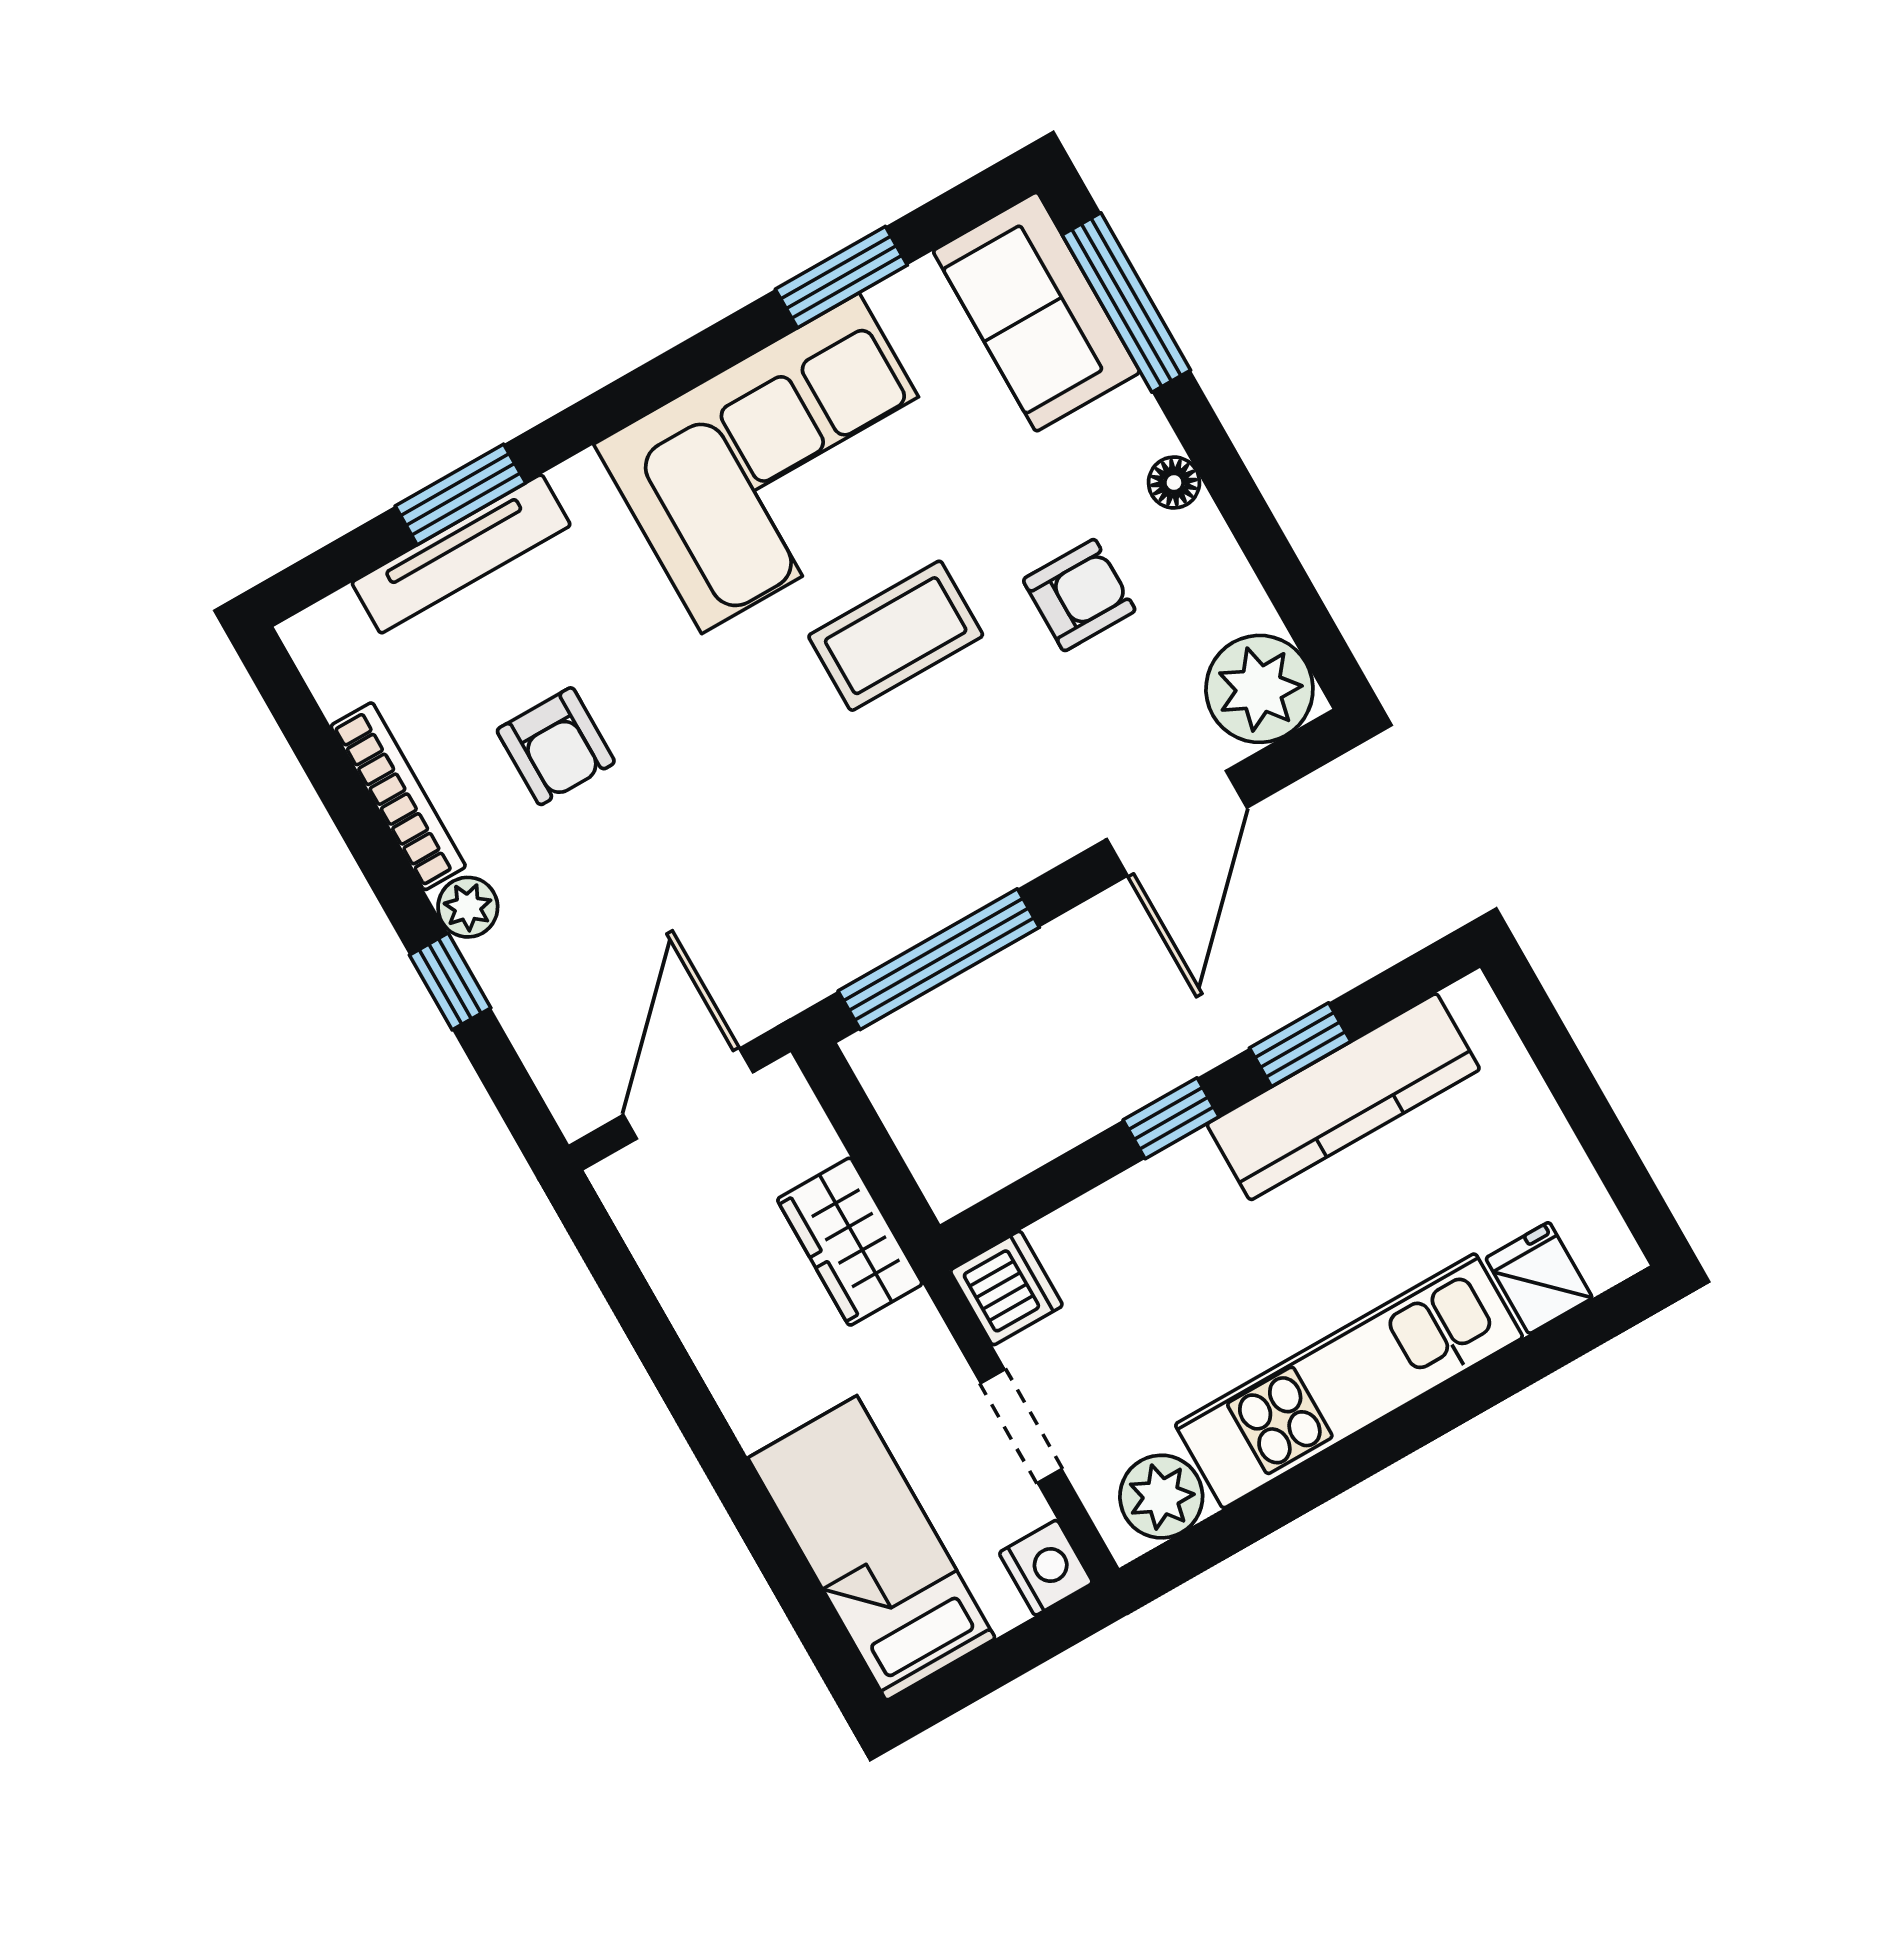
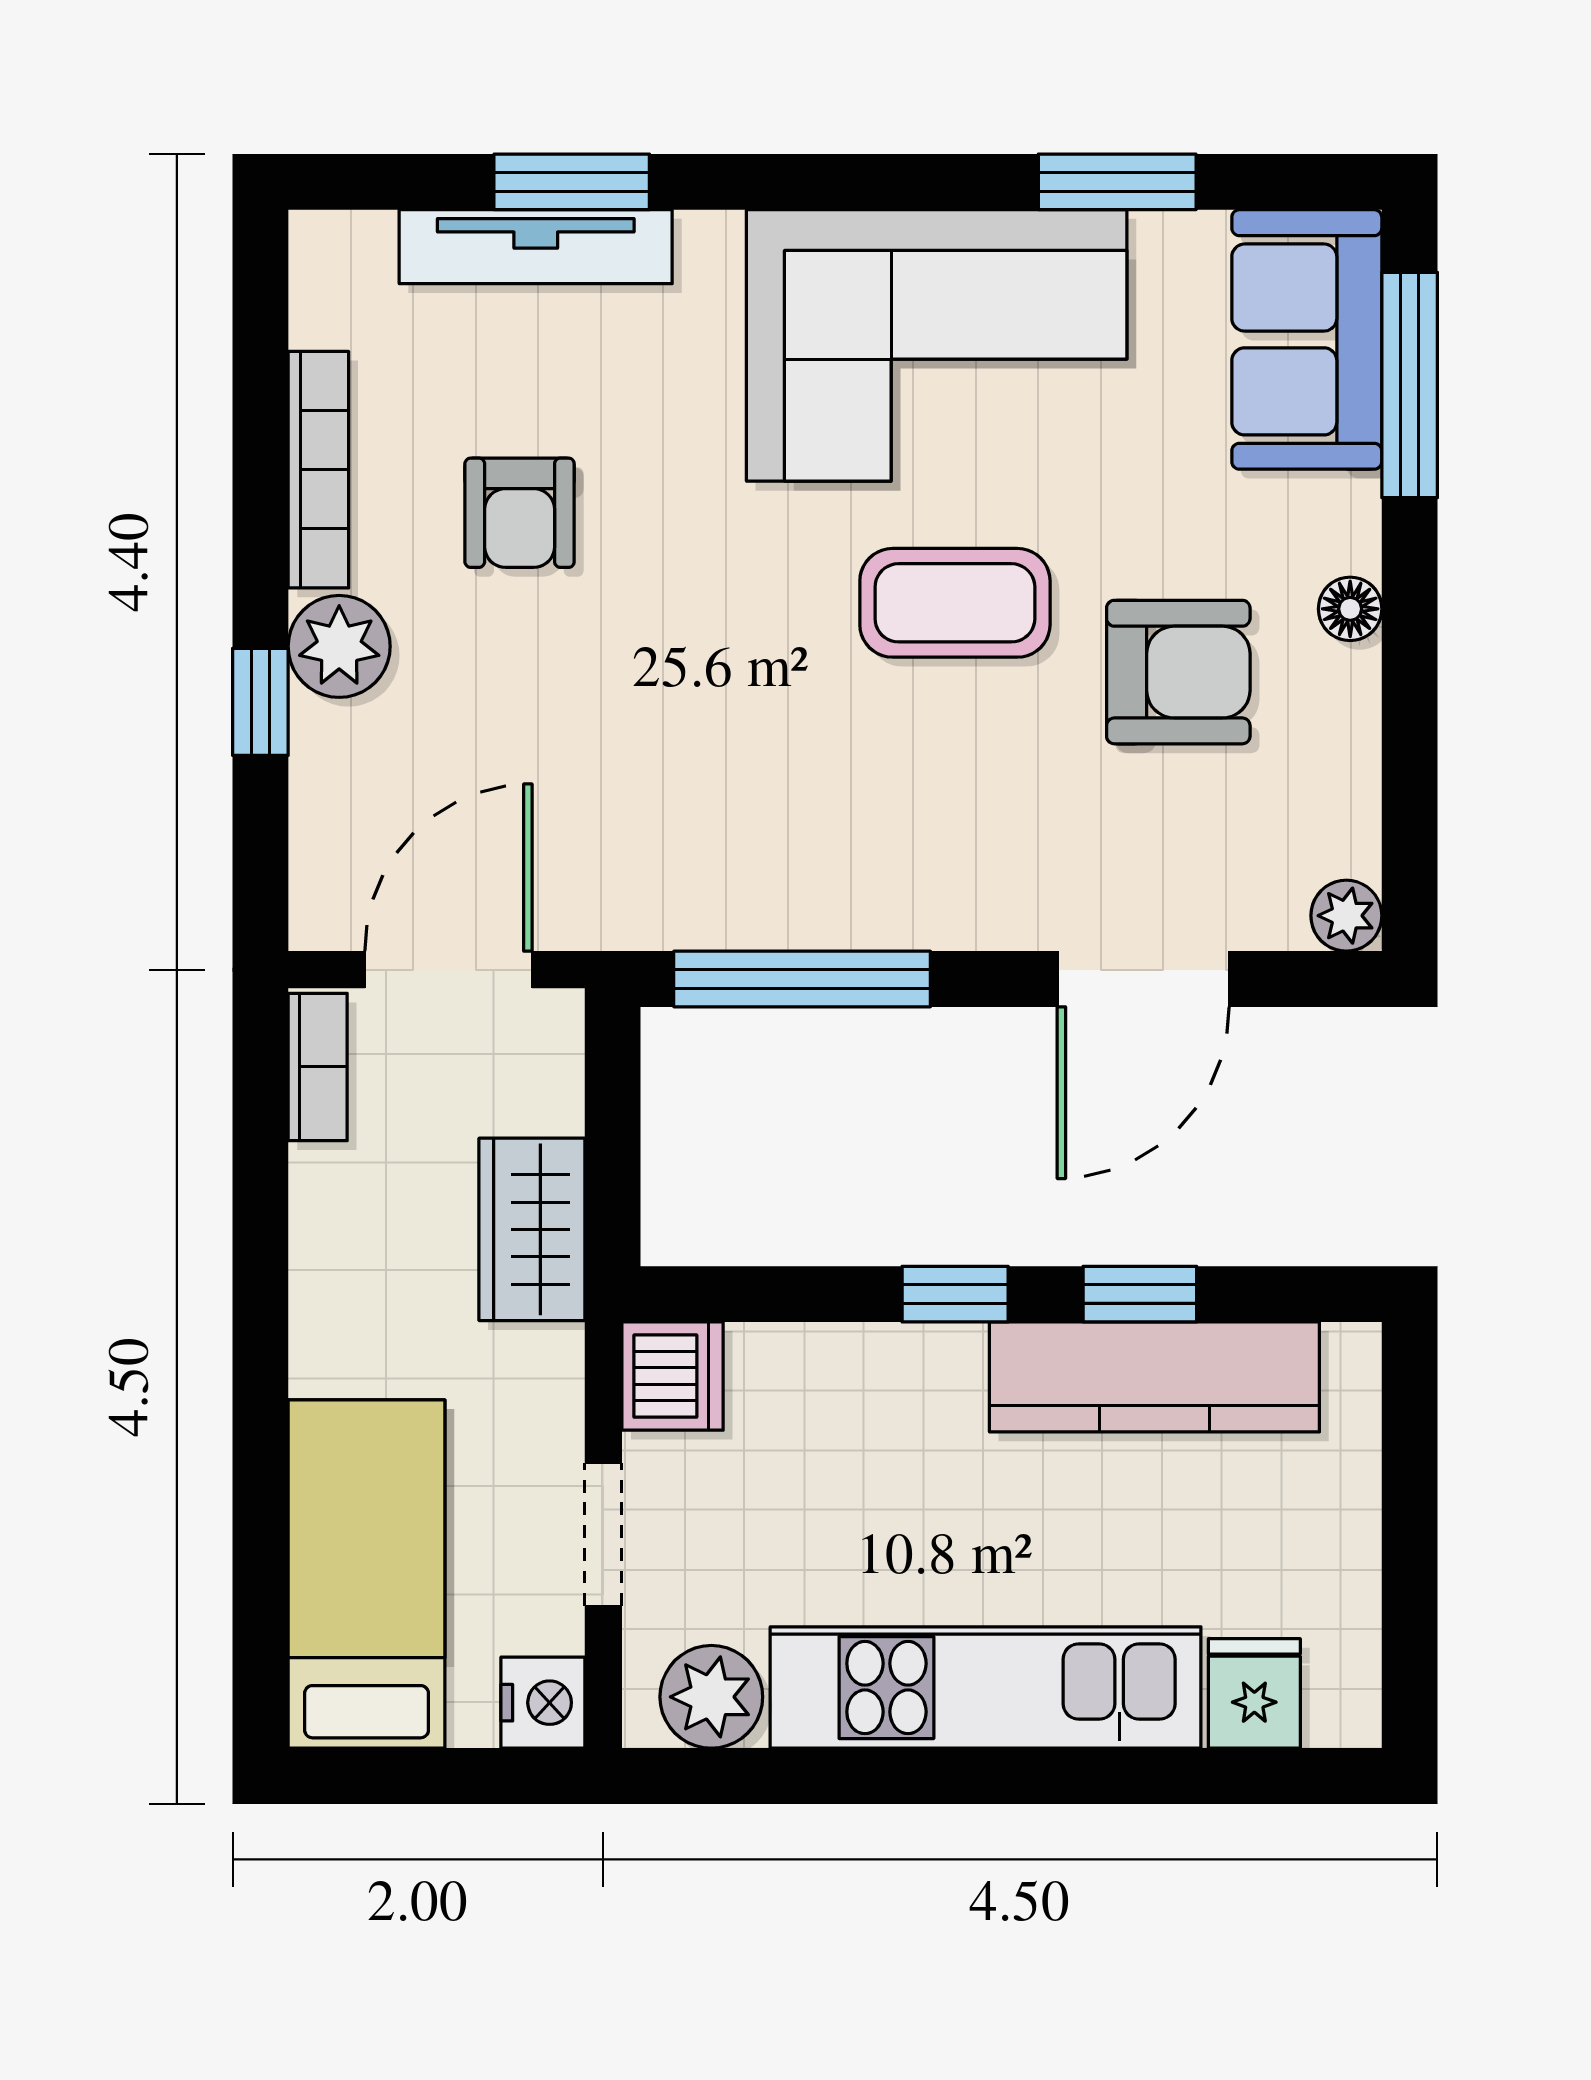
armchair: (1079, 595) -> (1178, 672), width x1.38, depth x1.38
plant: (1259, 689) -> (1346, 916), width x0.53, depth x0.53
plant: (468, 907) -> (339, 646), width x1.38, depth x1.38
bookcase: (636, 1214) -> (318, 1067), added

